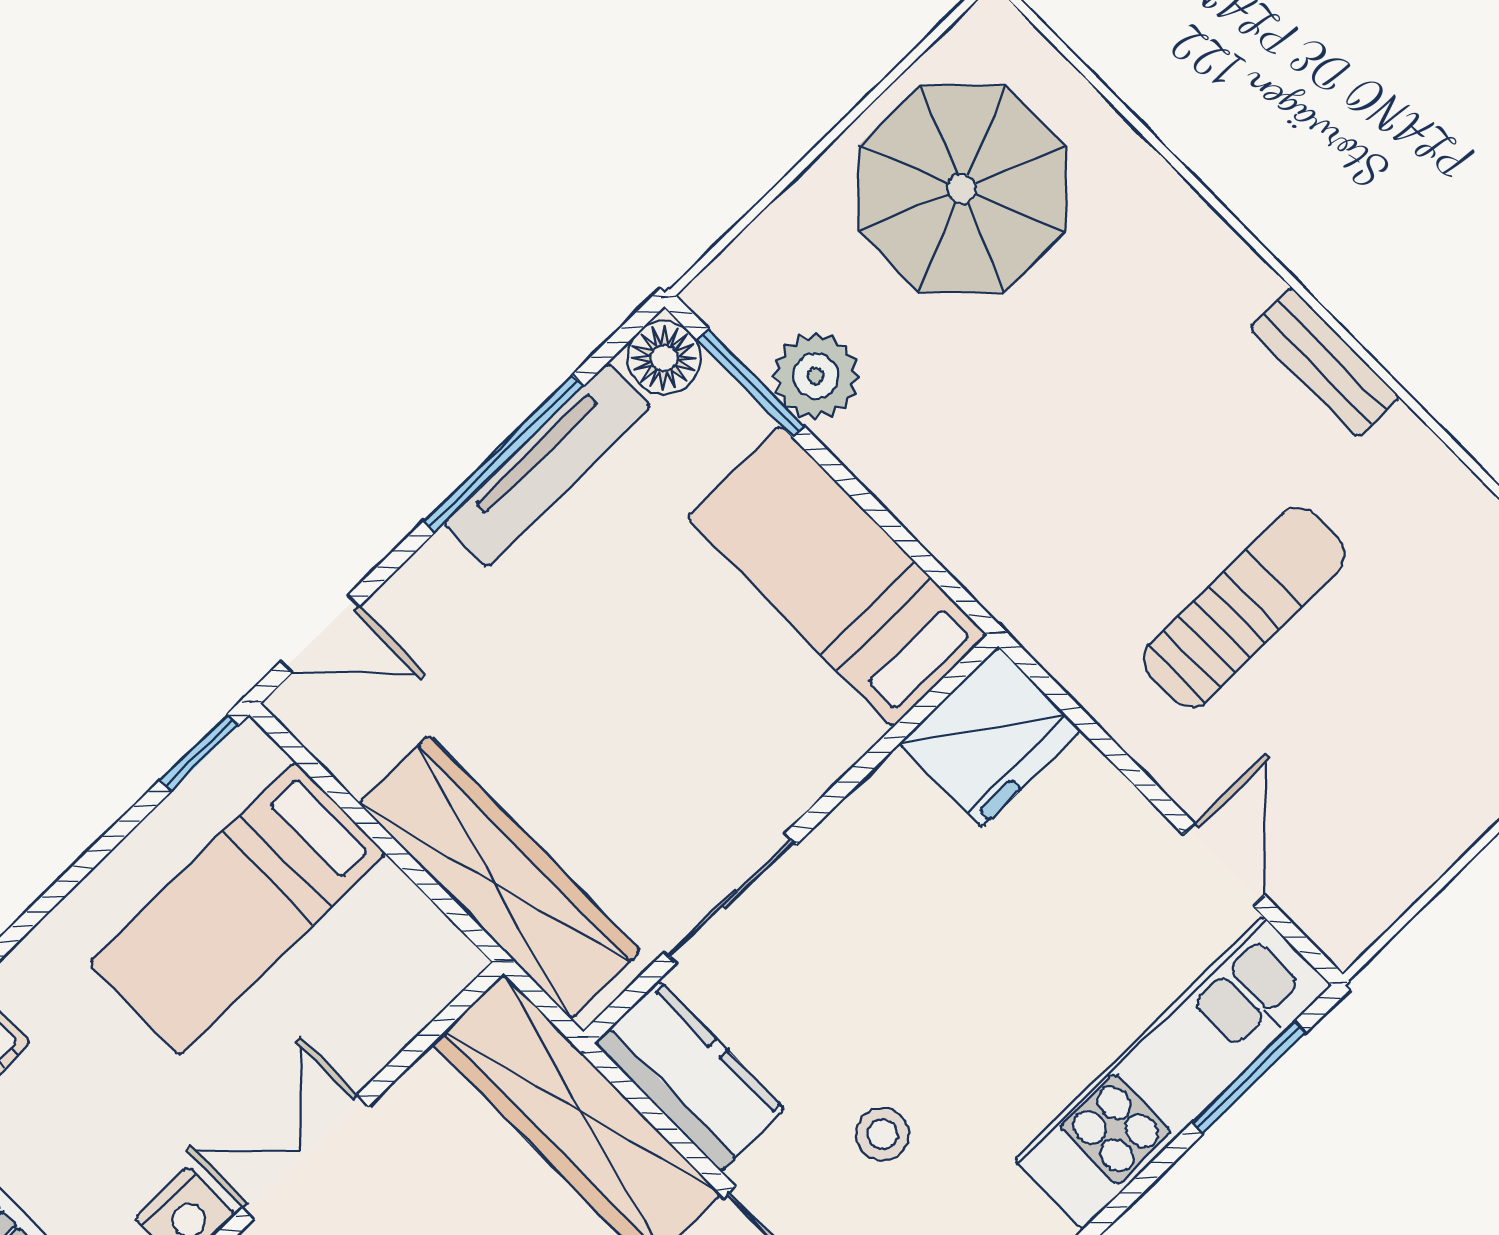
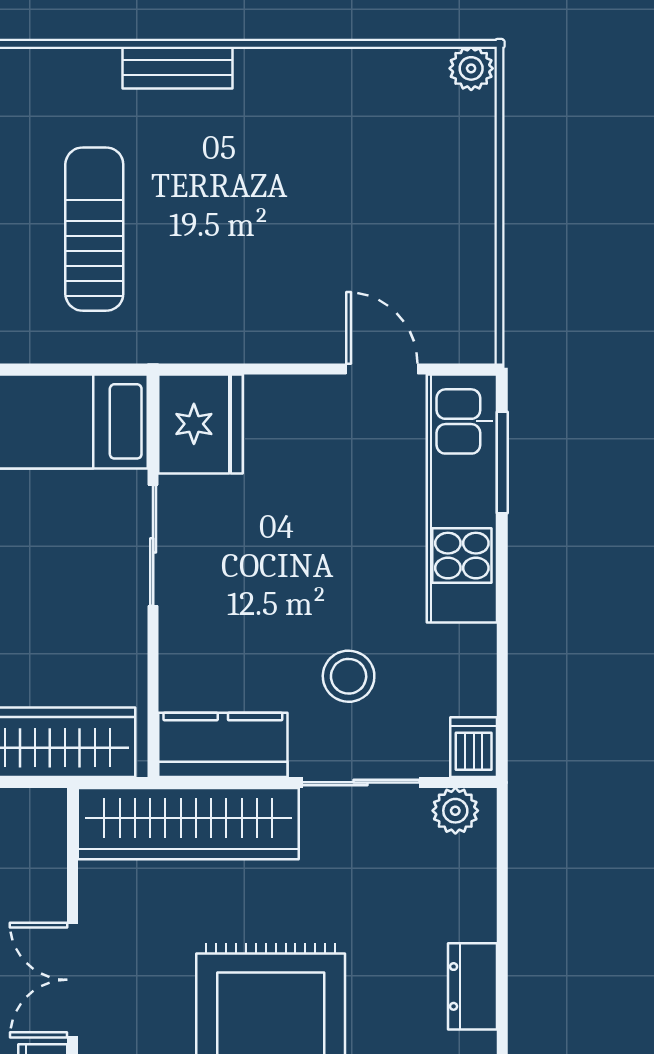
sun lounger: (1244, 608) -> (94, 229), moved
sliding door: (730, 898) -> (153, 545), moved
stool: (883, 1134) -> (349, 676), width x1.37, depth x1.37

